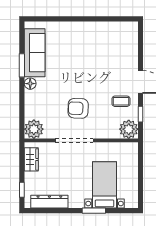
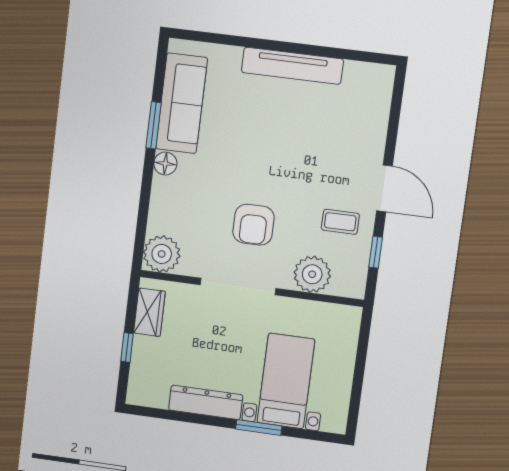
tv unit: (87, 28) -> (292, 66), added
armchair: (78, 108) -> (253, 225), turned -92
plant: (129, 129) -> (312, 274), moved
window: (22, 190) -> (127, 347), moved
dresser: (49, 202) -> (206, 402), moved

